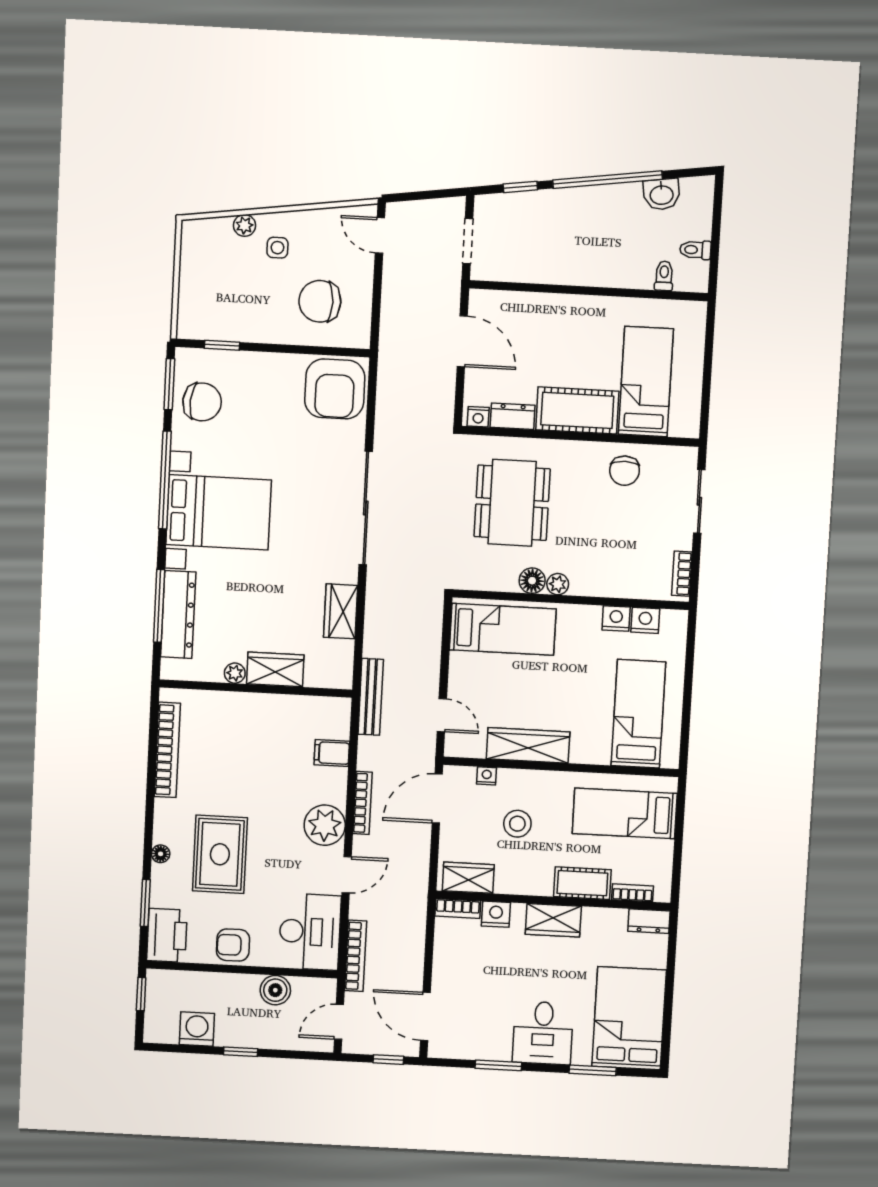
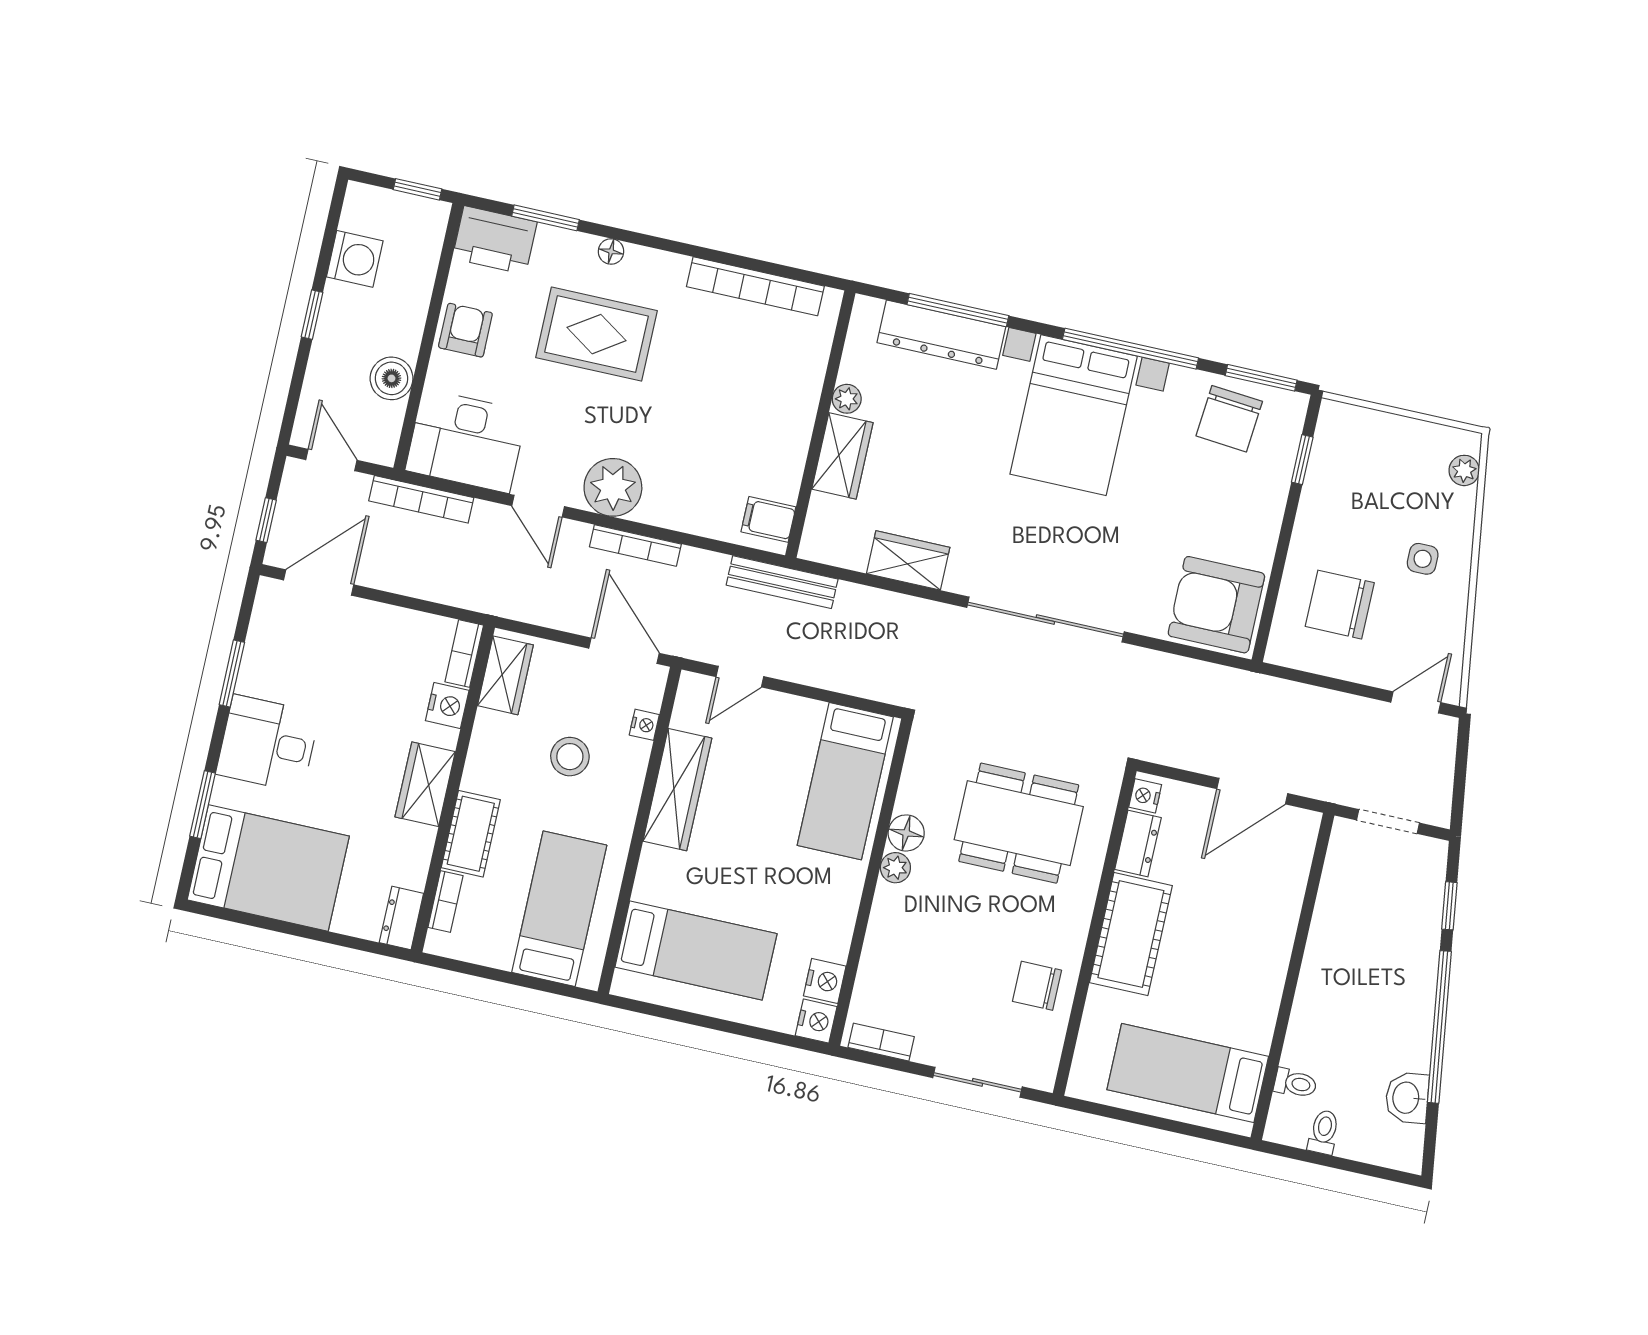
plant: (245, 225) -> (1464, 470), moved
chair: (320, 301) -> (1340, 605), turned -90
bed: (646, 382) -> (1188, 1073), moved, turned 180
nightstand: (616, 619) -> (816, 1021), moved
filing cabinet: (332, 753) -> (768, 519), moved, turned -90

